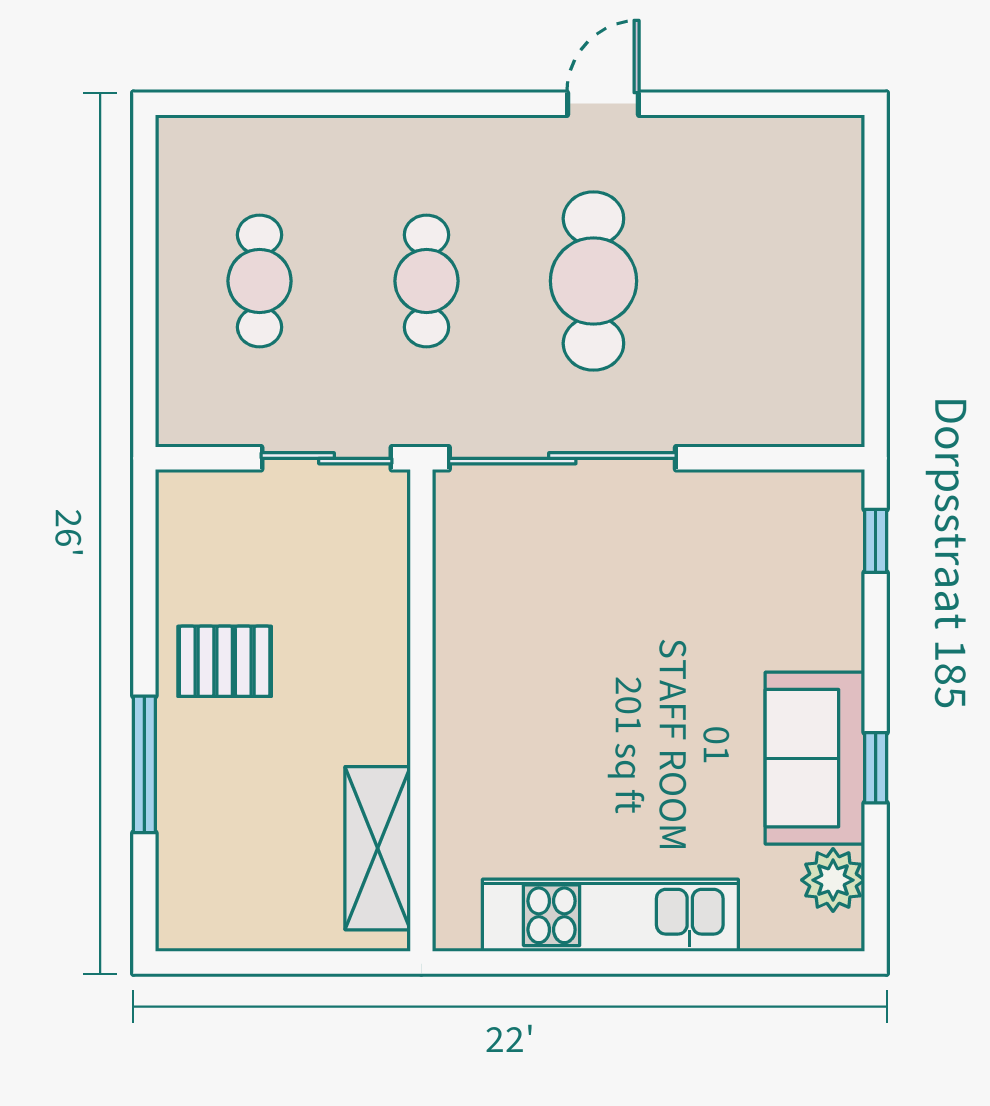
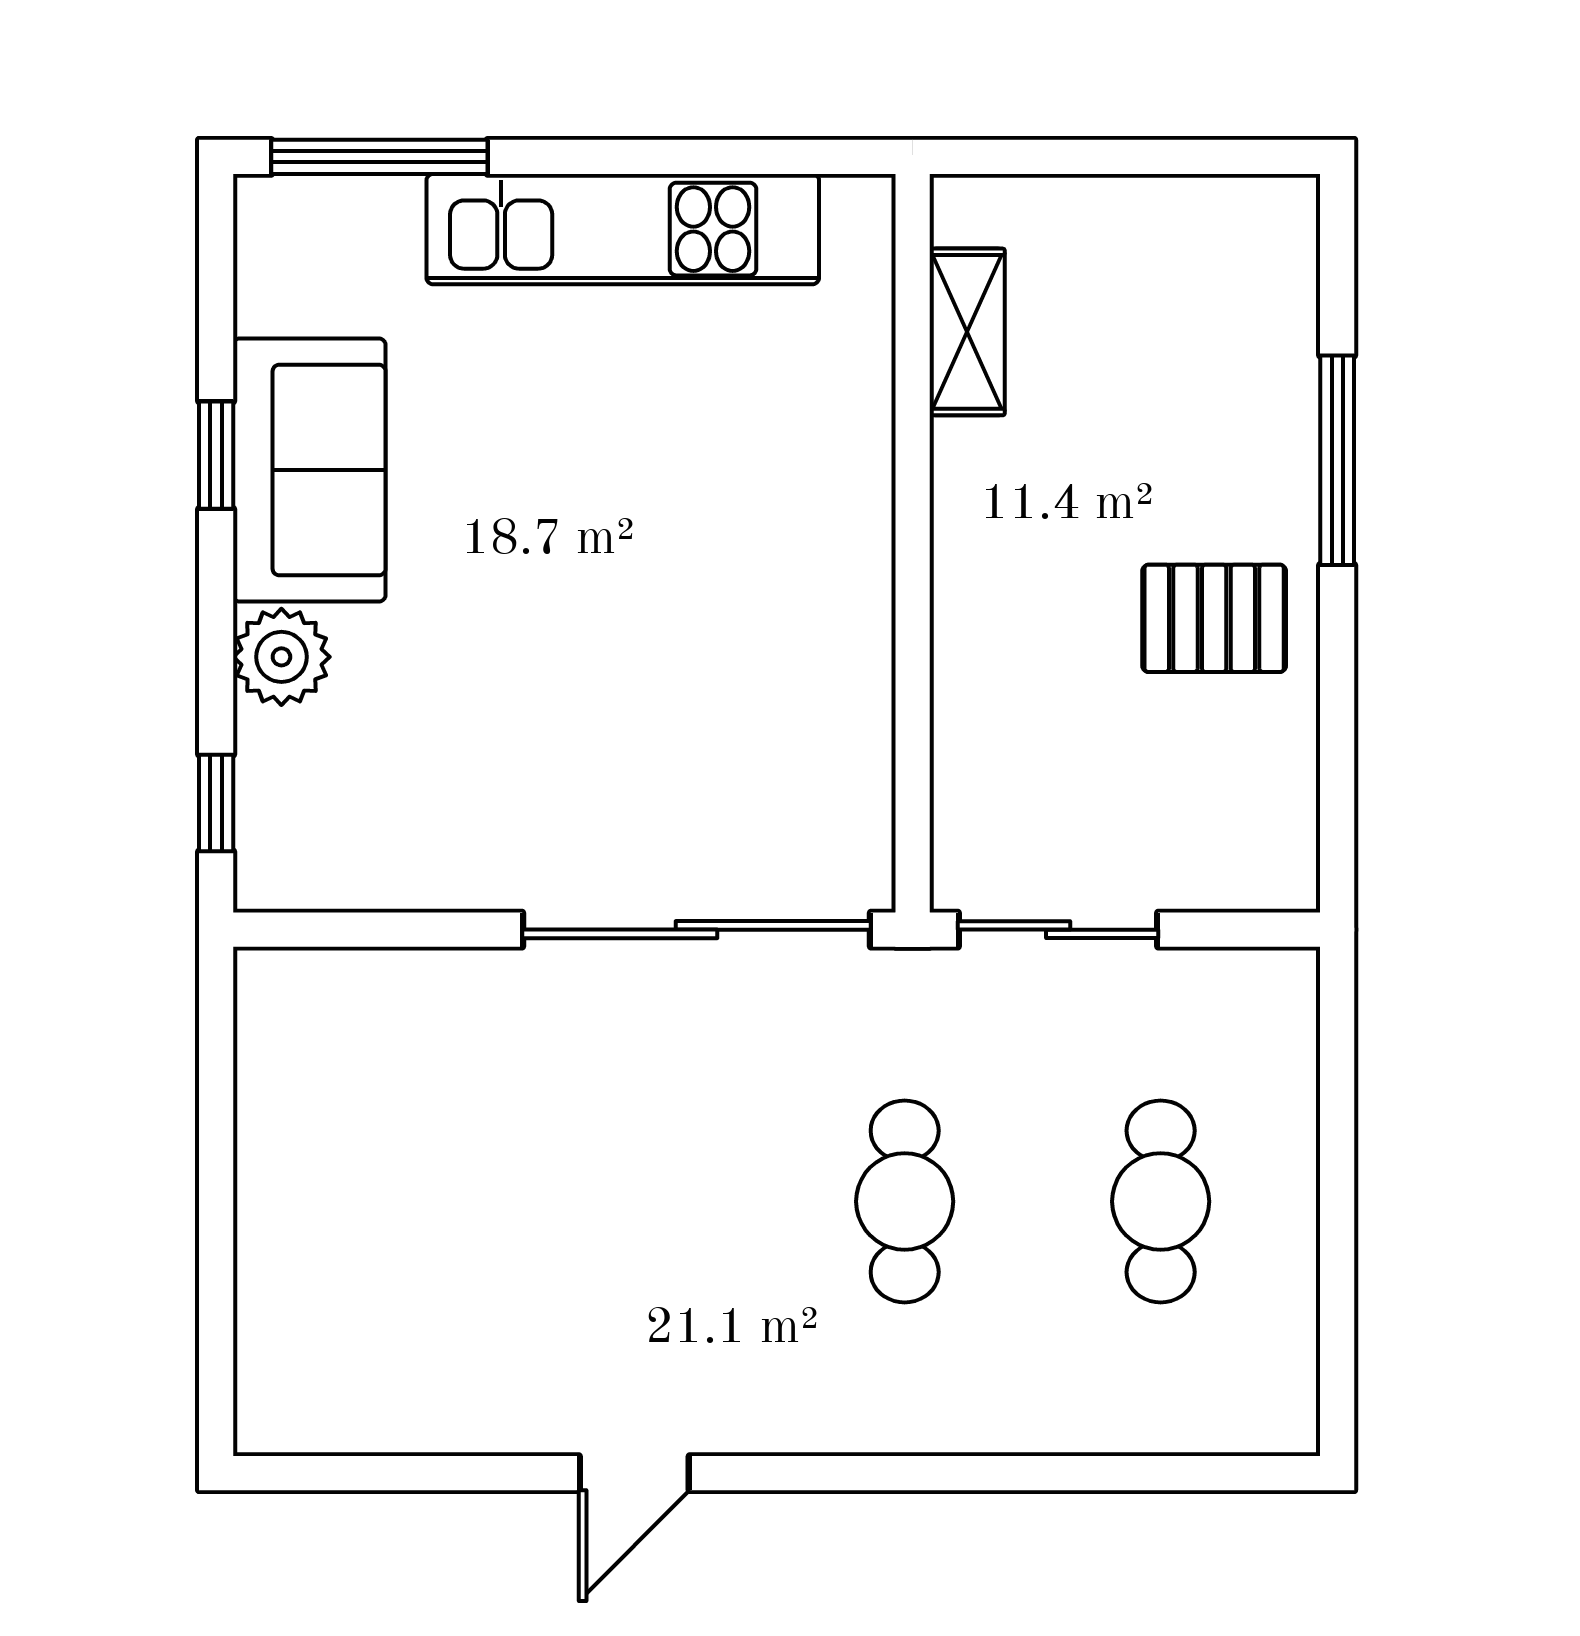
cafe table: (593, 281) -> (649, 1201), removed
shelving: (378, 848) -> (967, 332), width x0.67, depth x0.75
plant: (833, 880) -> (281, 657), moved
window: (769, 962) -> (379, 157), added

